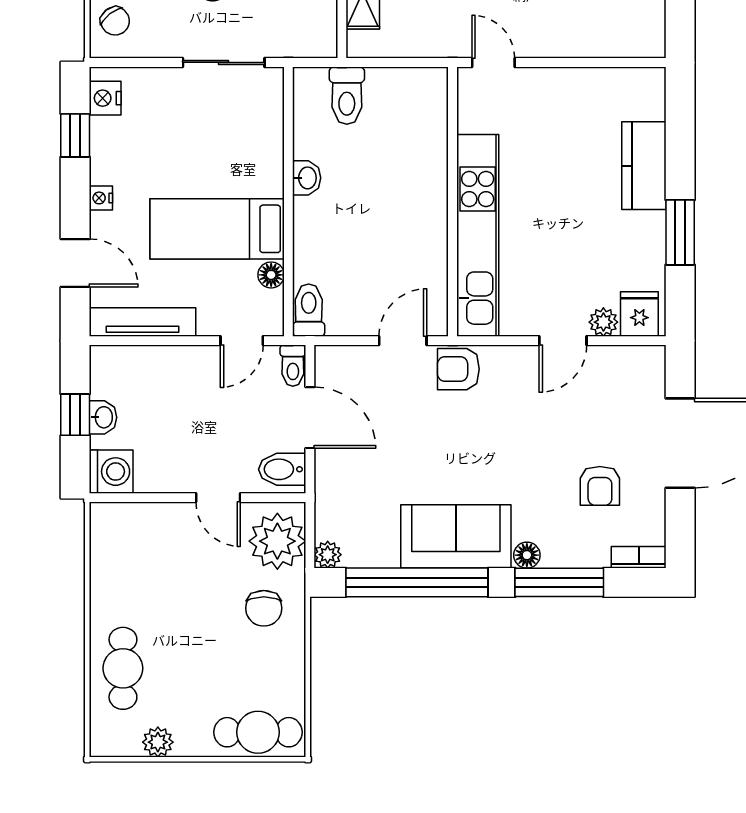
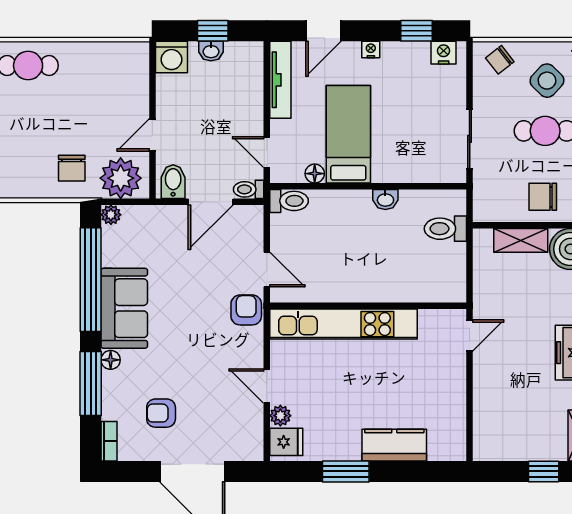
chair: (264, 608) -> (72, 168), turned -90

